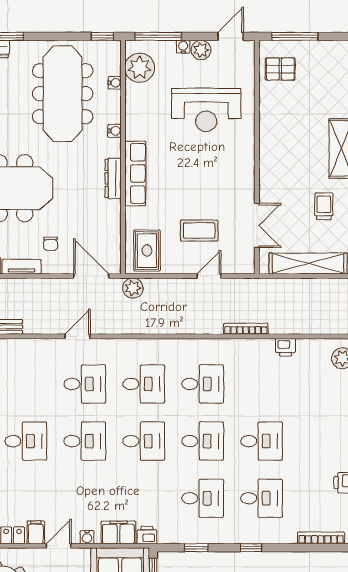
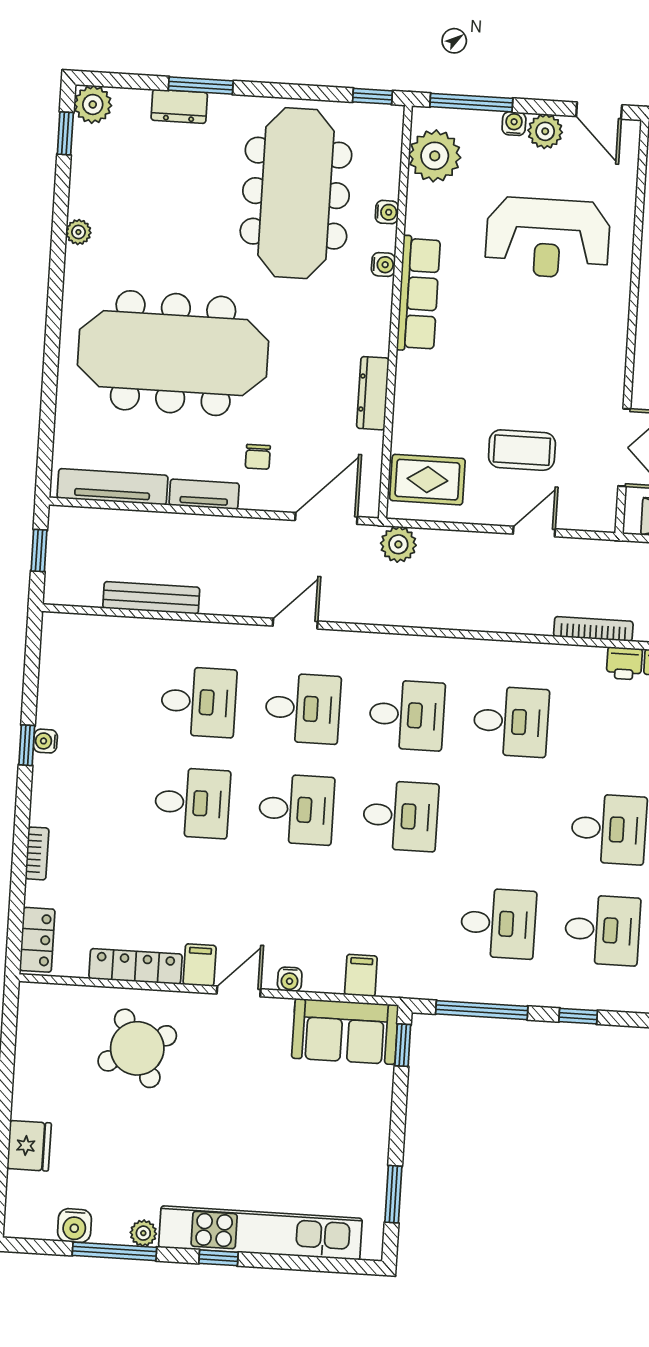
door: (231, 36) -> (599, 111), swing flipped
water cooler: (115, 83) -> (387, 212), moved
row of seats: (135, 173) -> (418, 294), moved
dresser: (113, 178) -> (373, 393), moved
rug: (147, 251) -> (427, 480), turned 90
door: (91, 276) -> (326, 518), hinge flipped
desk: (203, 441) -> (199, 702), moved
filing cabinet: (118, 532) -> (361, 975), width x0.50
printer: (147, 535) -> (624, 663), moved, turned 180
window: (196, 548) -> (482, 1010), width x2.17

